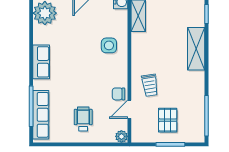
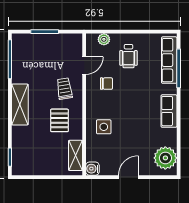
shelving: (196, 49) -> (20, 104), moved
chair: (119, 94) -> (106, 84), moved
pallet: (168, 120) -> (59, 120), moved
plant: (121, 136) -> (104, 39), moved

